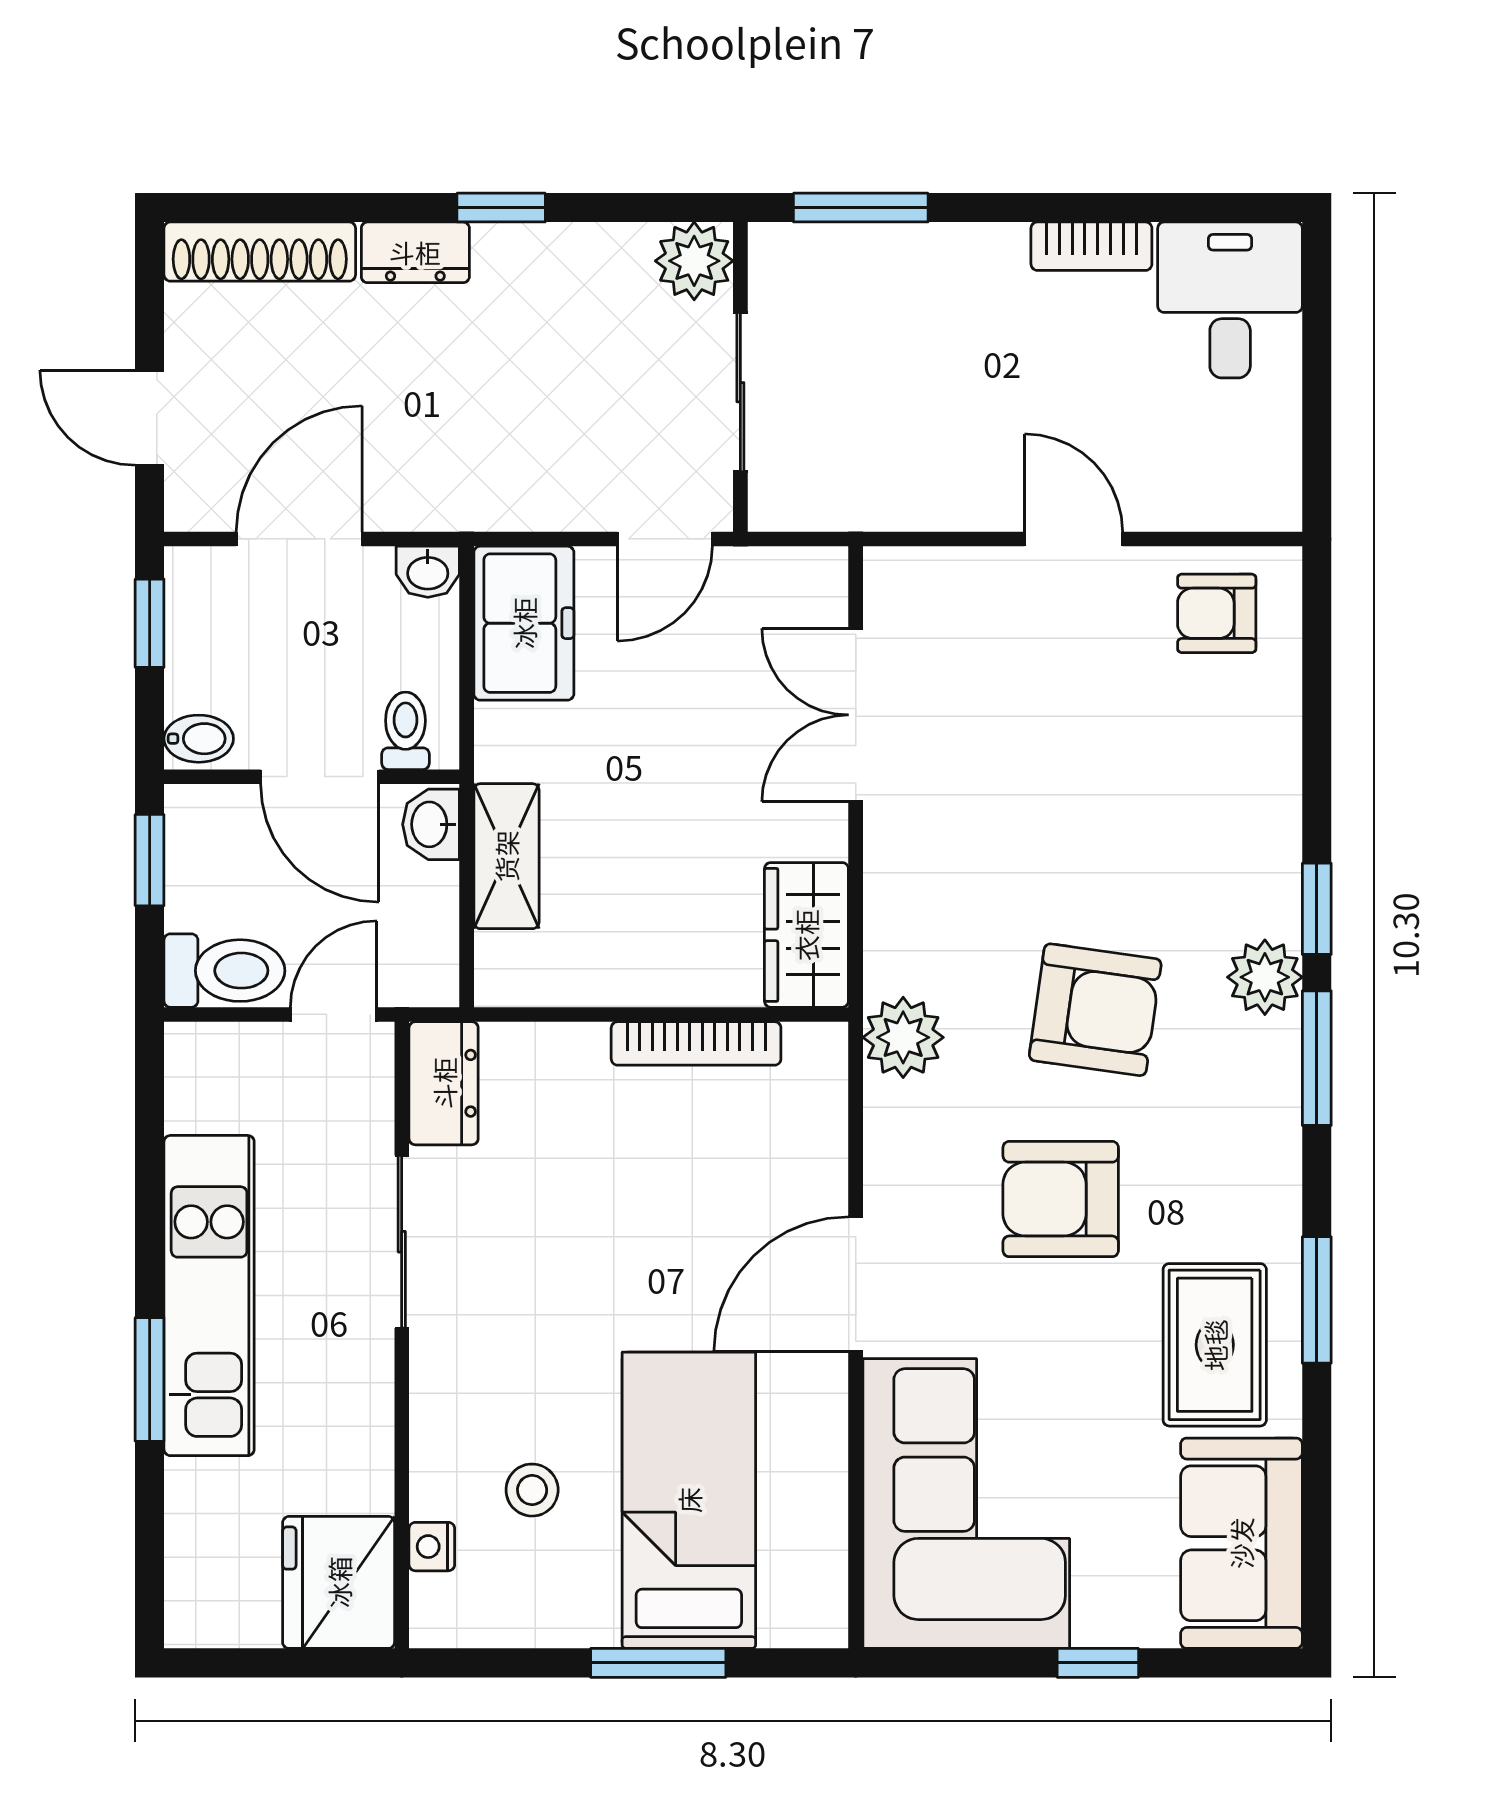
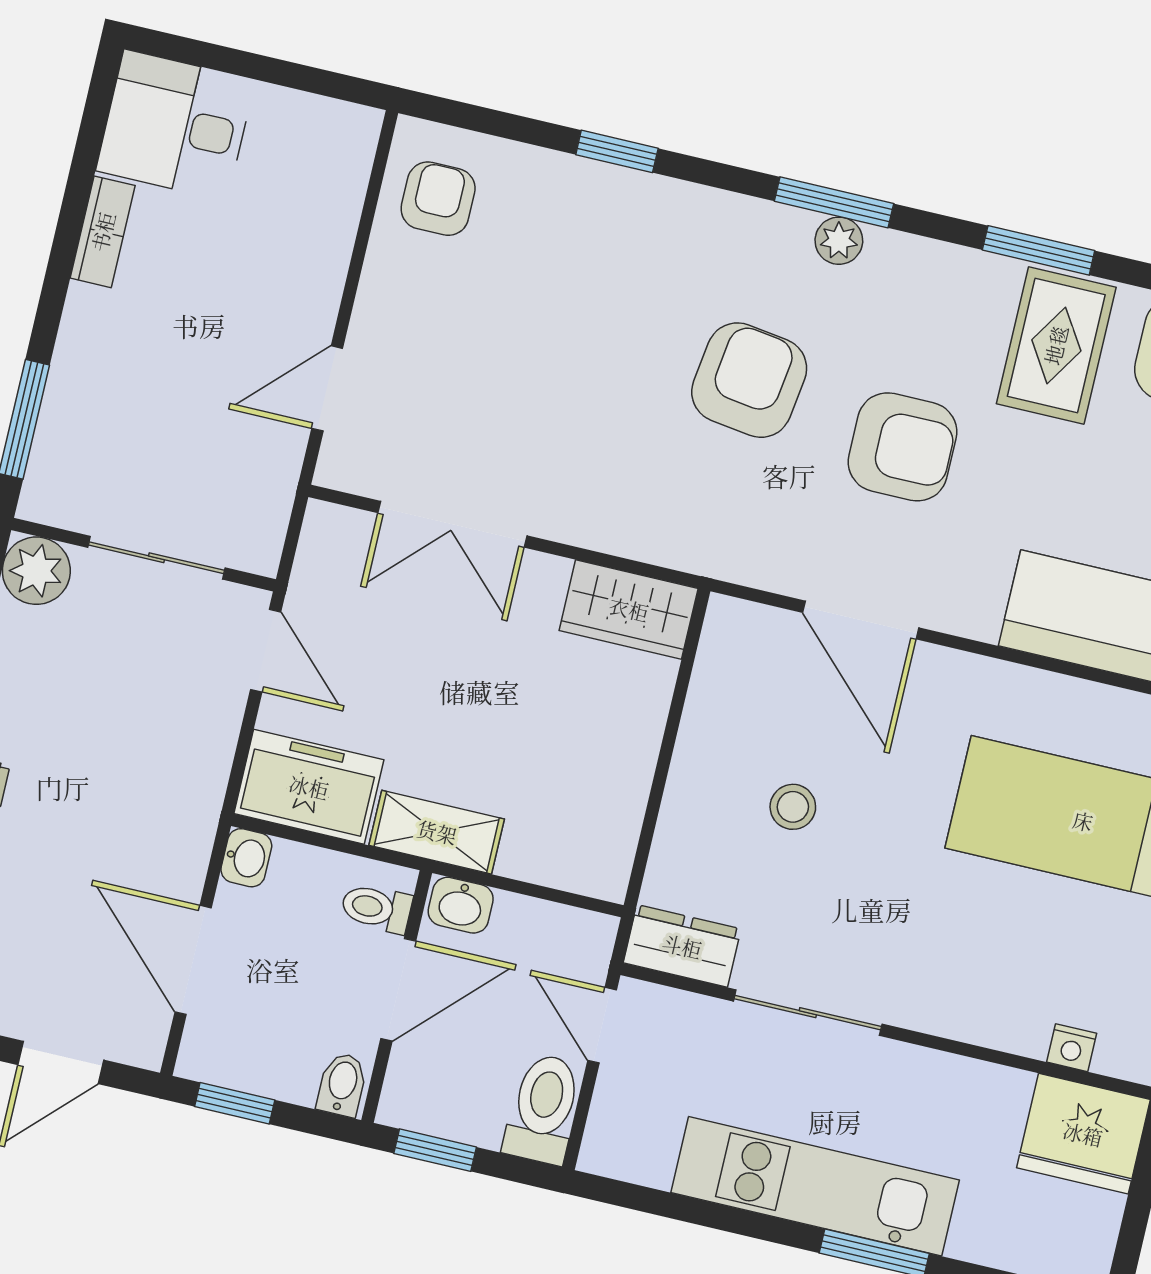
door: (1074, 539) -> (327, 388), moved
armchair: (1217, 613) -> (438, 199), turned 180
shelving: (506, 856) -> (437, 832), moved
window: (1317, 909) -> (617, 151), moved
plant: (1265, 977) -> (839, 241), moved, width x0.73, depth x0.73
plant: (903, 1037) -> (734, 548), removed
bookcase: (696, 1043) -> (698, 724), removed
armchair: (1061, 1199) -> (902, 447), turned -90
door: (856, 1284) -> (861, 620), moved
rug: (1215, 1345) -> (1056, 345), turned 90
stool: (532, 1490) -> (793, 807), moved

